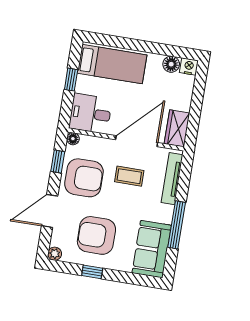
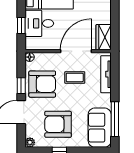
window: (71, 80) -> (21, 25), moved
desk: (90, 114) -> (39, 23), moved
window: (58, 161) -> (21, 86), moved
window: (177, 225) -> (115, 119), moved

